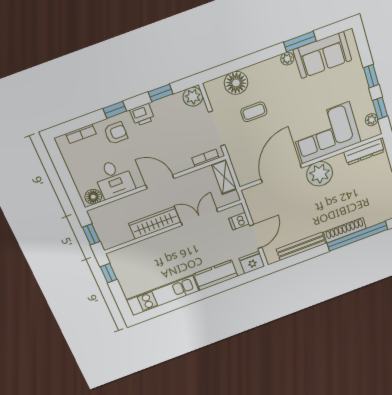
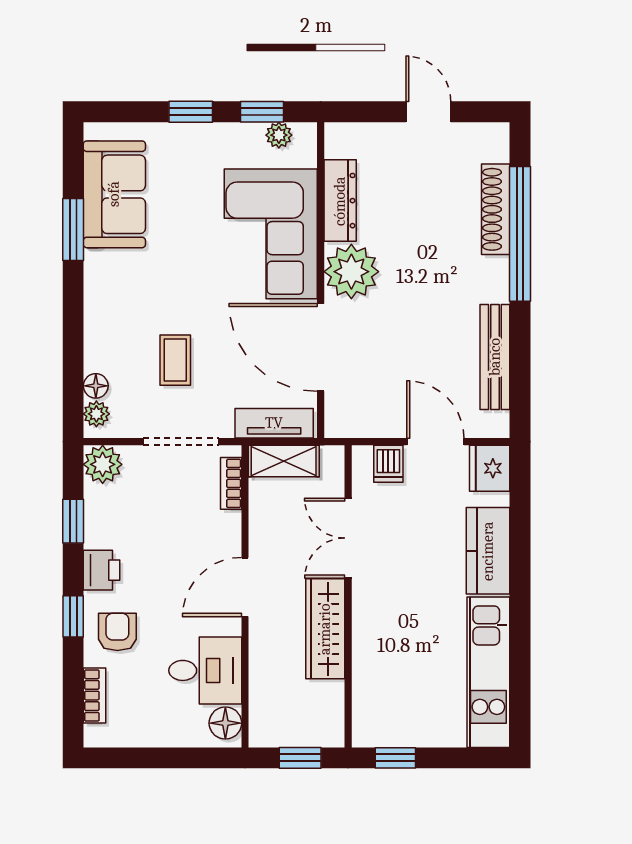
plant: (287, 59) -> (96, 414), moved
floor lamp: (236, 83) -> (96, 386), width x0.53, depth x0.53
dresser: (364, 152) -> (340, 201), moved
tv unit: (240, 166) -> (274, 423), added
shoe rack: (345, 230) -> (496, 209), moved

